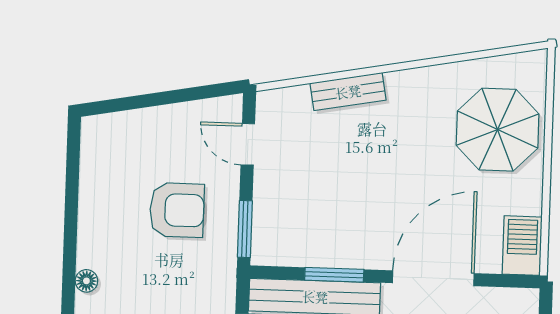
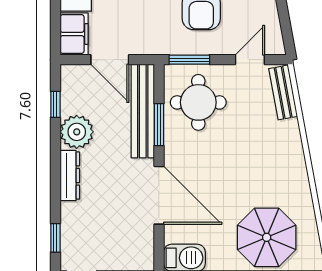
bench: (348, 92) -> (283, 92), moved
round table: (305, 219) -> (198, 102), added

